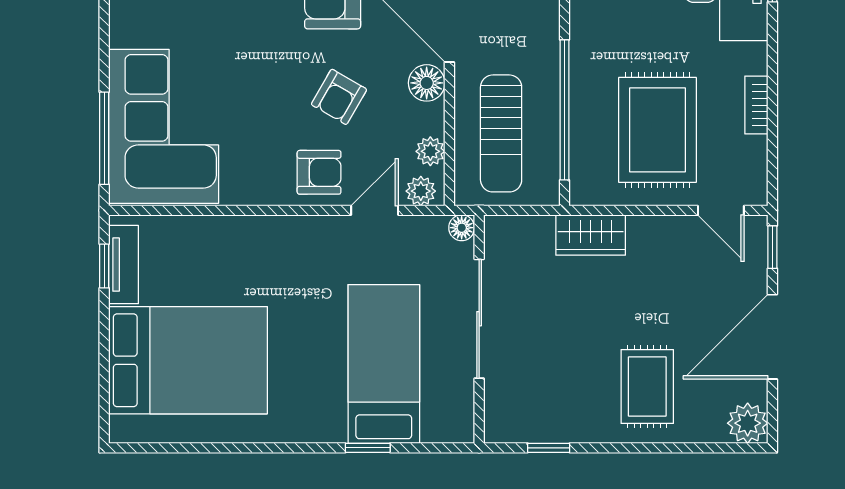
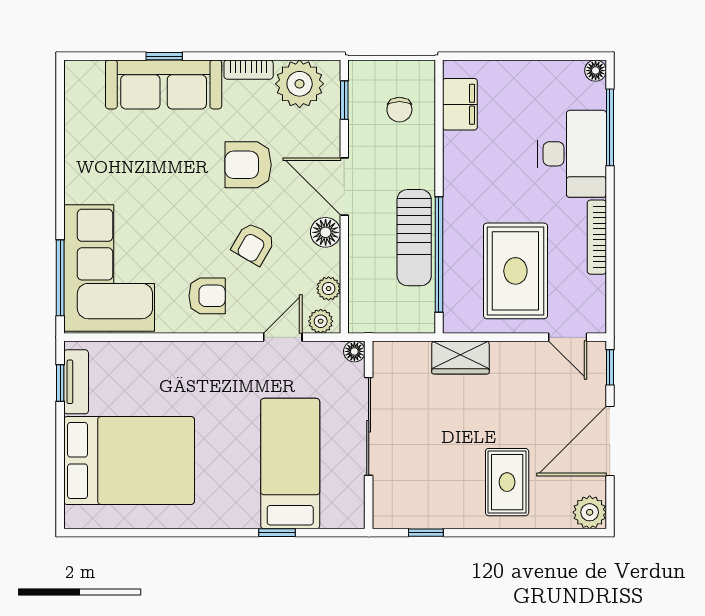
bookcase: (756, 105) -> (597, 237), width x1.56
sun lounger: (501, 133) -> (414, 238), moved
armchair: (319, 172) -> (207, 296), moved

